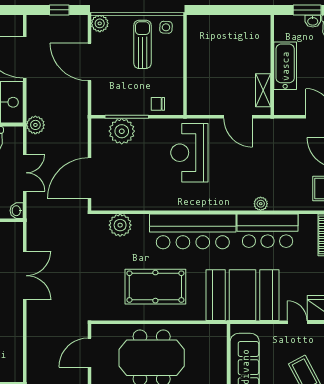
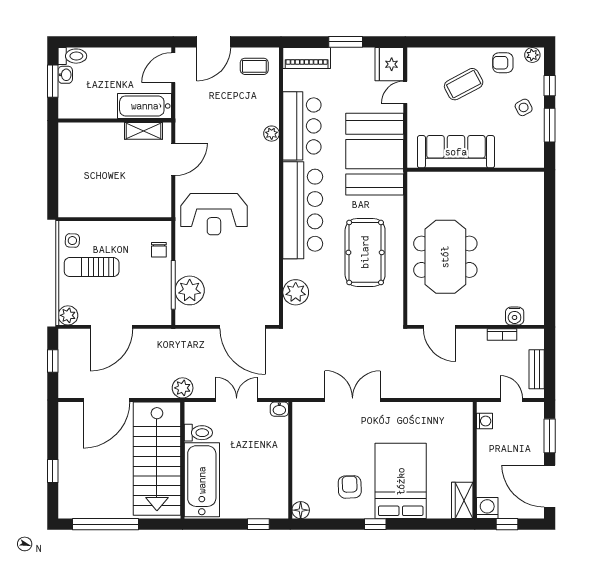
bathtub: (285, 66) -> (145, 106), moved

